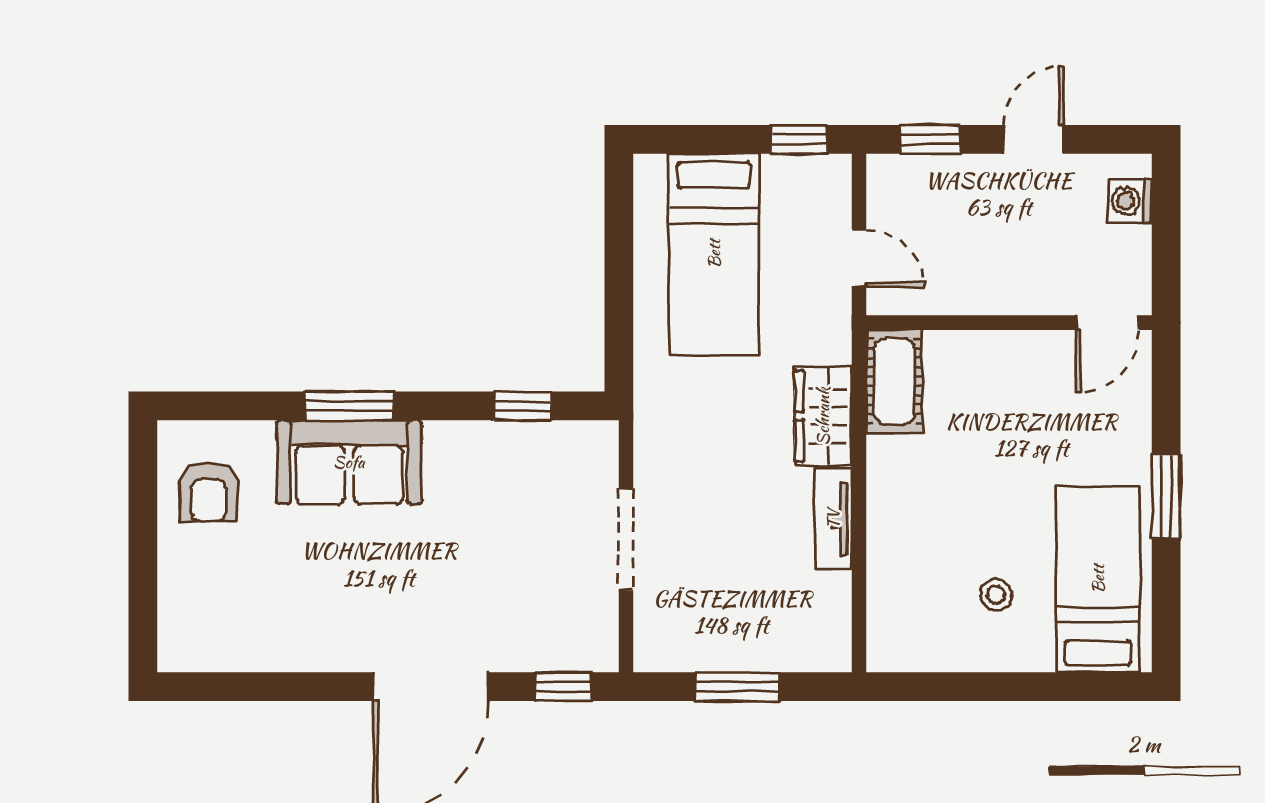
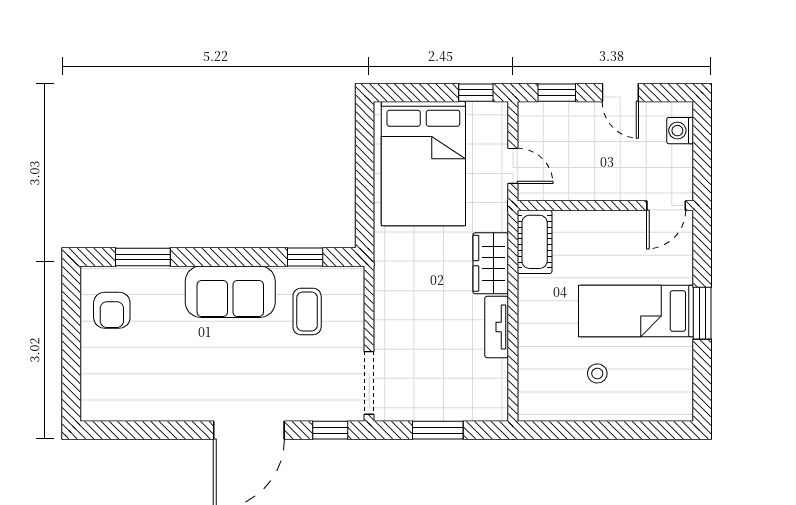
door: (1033, 139) -> (620, 93), swing flipped
bed: (714, 254) -> (423, 164), width x1.50
window: (349, 406) -> (143, 257), moved
sofa: (349, 462) -> (230, 292), moved
coffee table: (525, 494) -> (307, 312), added
doorway: (626, 539) -> (369, 383), moved
bed: (1098, 579) -> (636, 311), moved, turned -90

